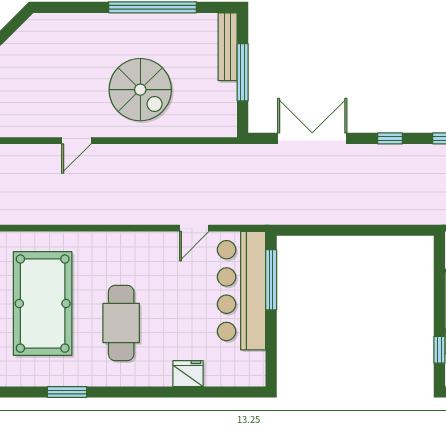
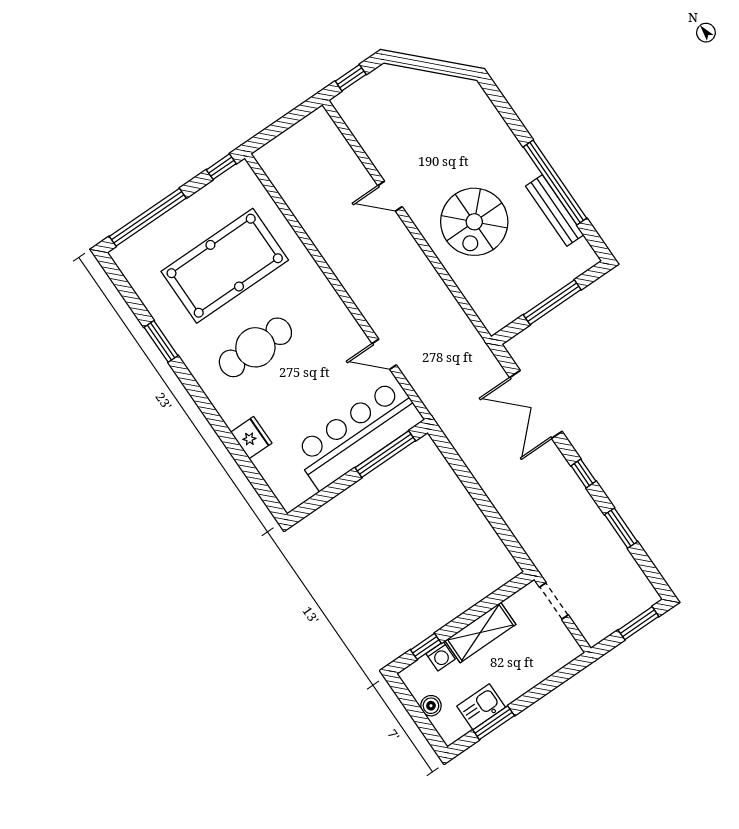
bench: (228, 47) -> (555, 210), moved, turned 90
double door: (312, 138) -> (536, 404), swing flipped

